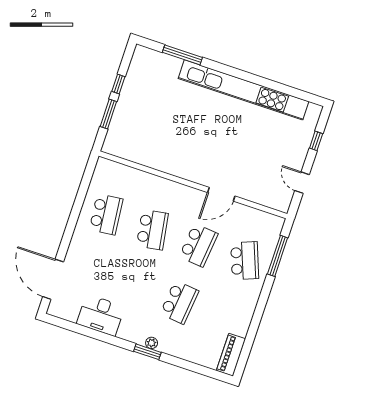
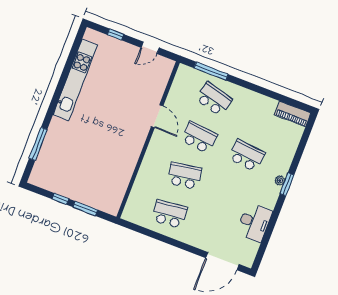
kitchen unit: (244, 90) -> (75, 80), width x0.73
school desk: (245, 261) -> (214, 99), turned 36

